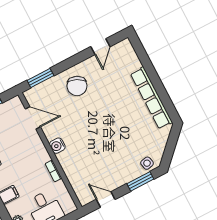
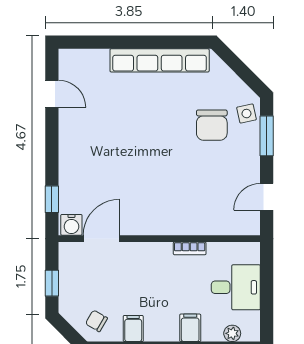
window: (40, 78) -> (52, 199), width x0.67
chair: (77, 86) -> (212, 125), moved, turned 65
water cooler: (57, 146) -> (71, 225), moved

